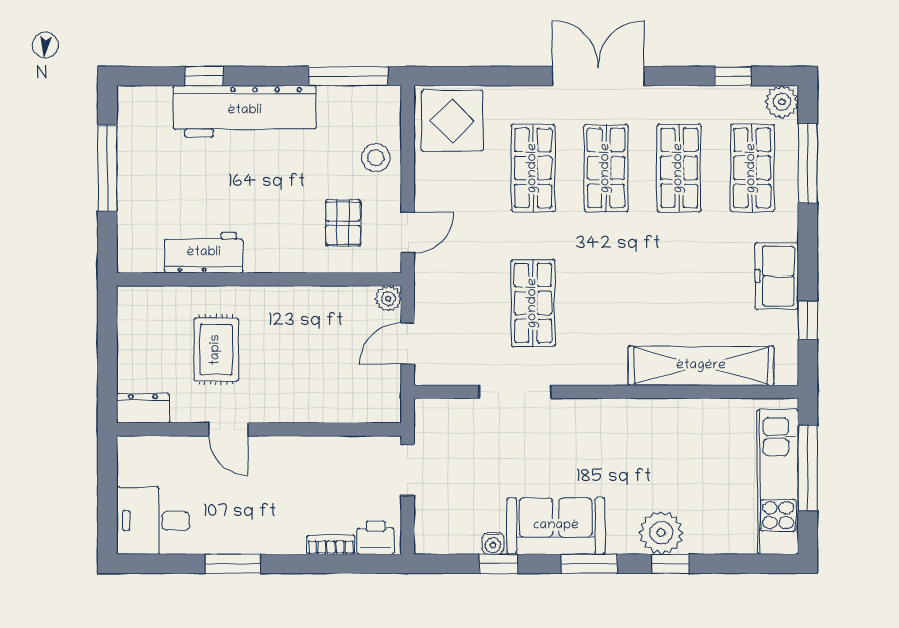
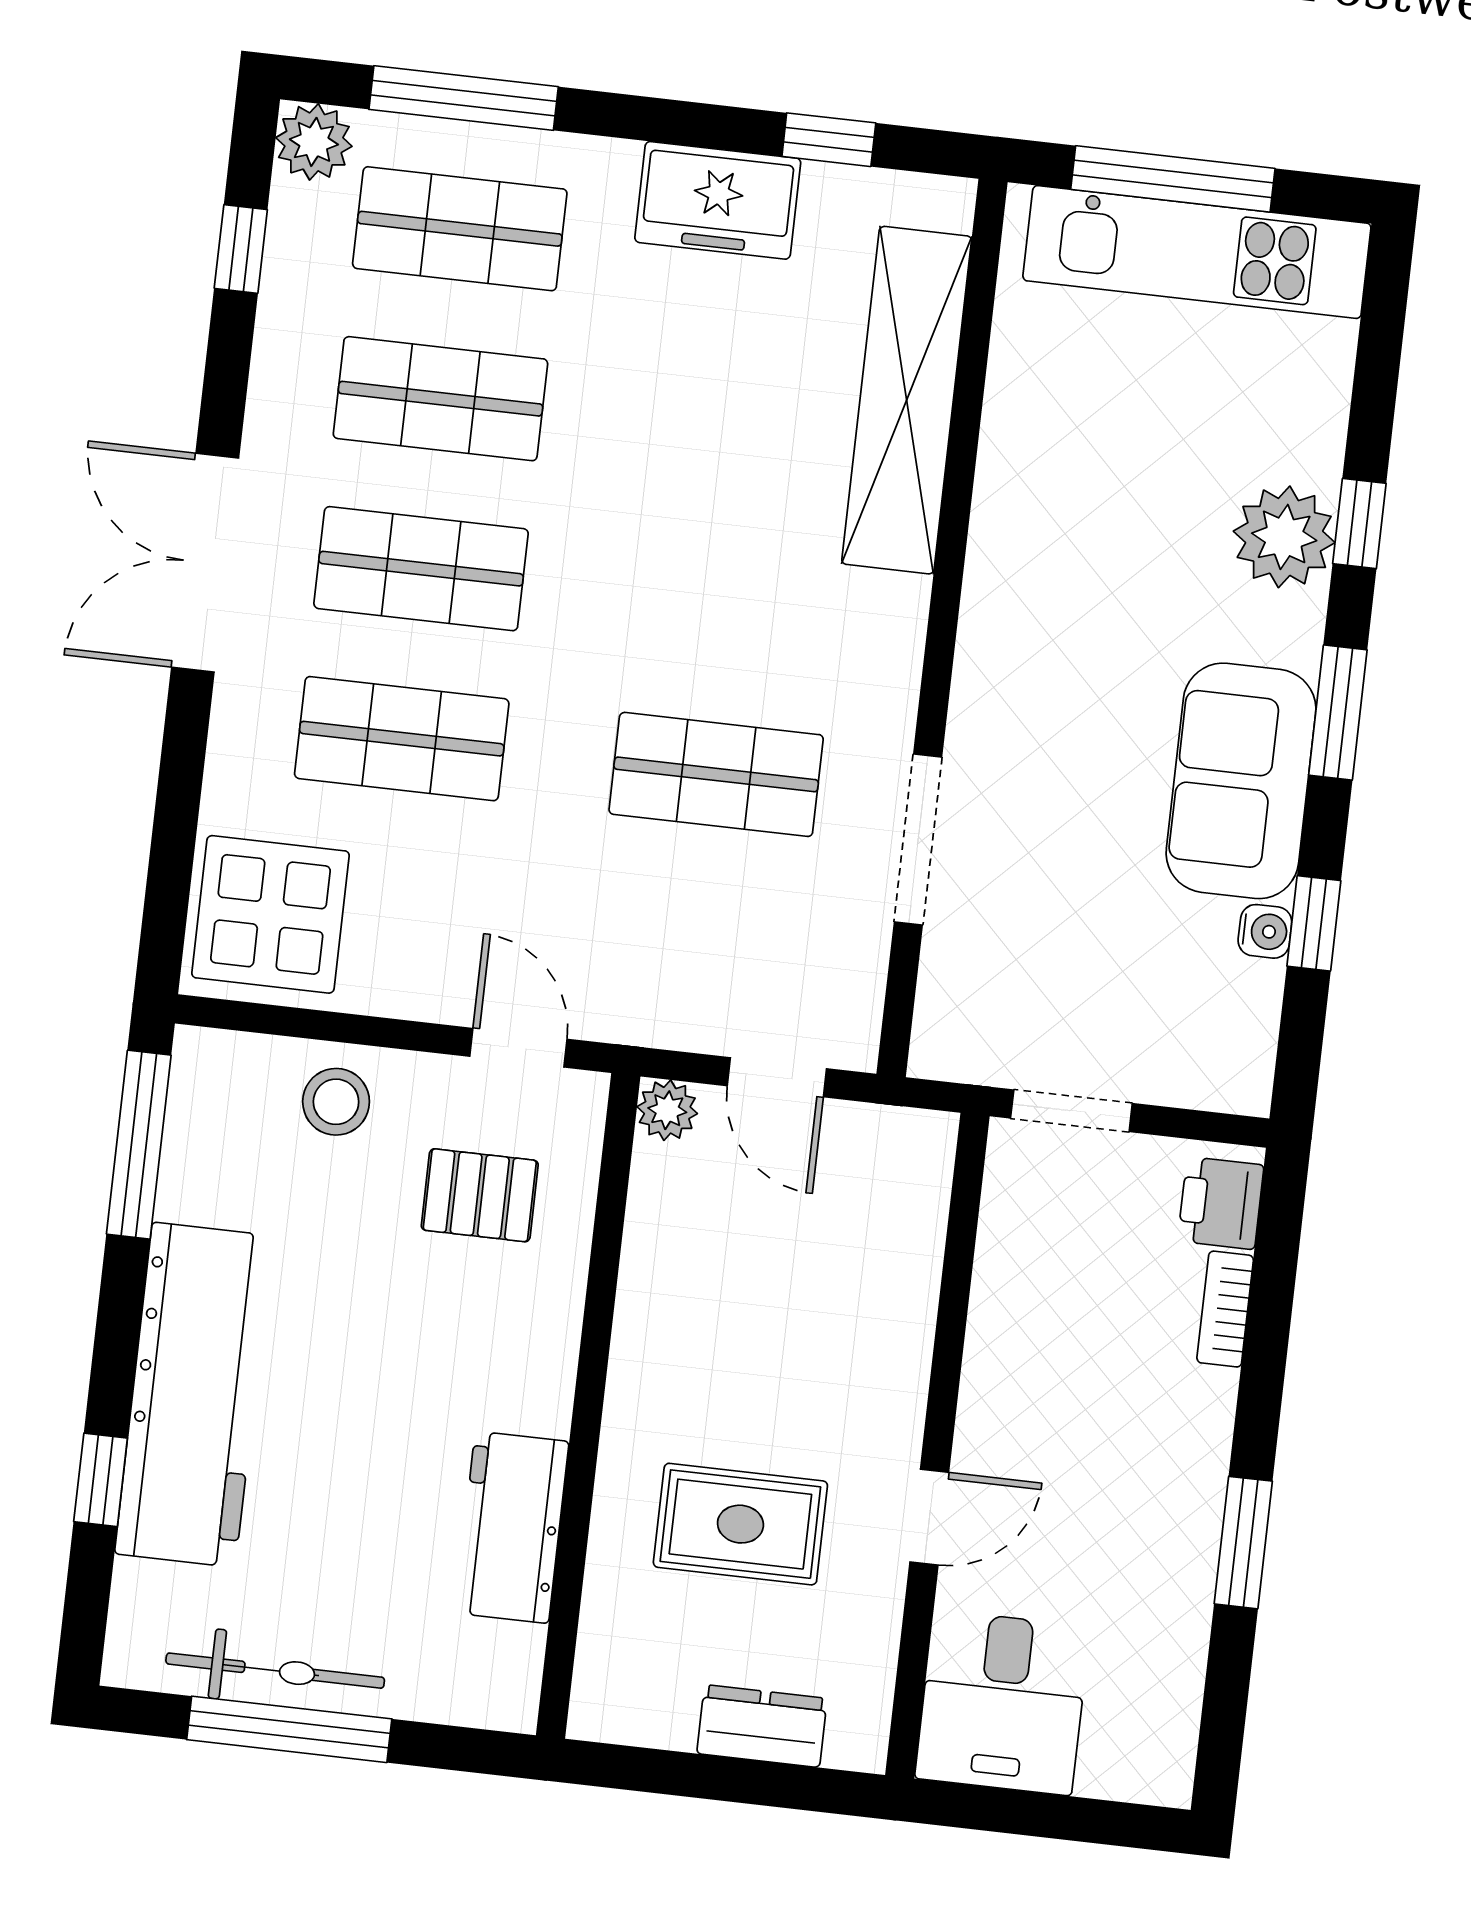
bicycle: (132, 159) -> (275, 1671), added
dresser: (143, 408) -> (762, 1726), moved, turned 90
desk: (153, 521) -> (1002, 1703), moved

